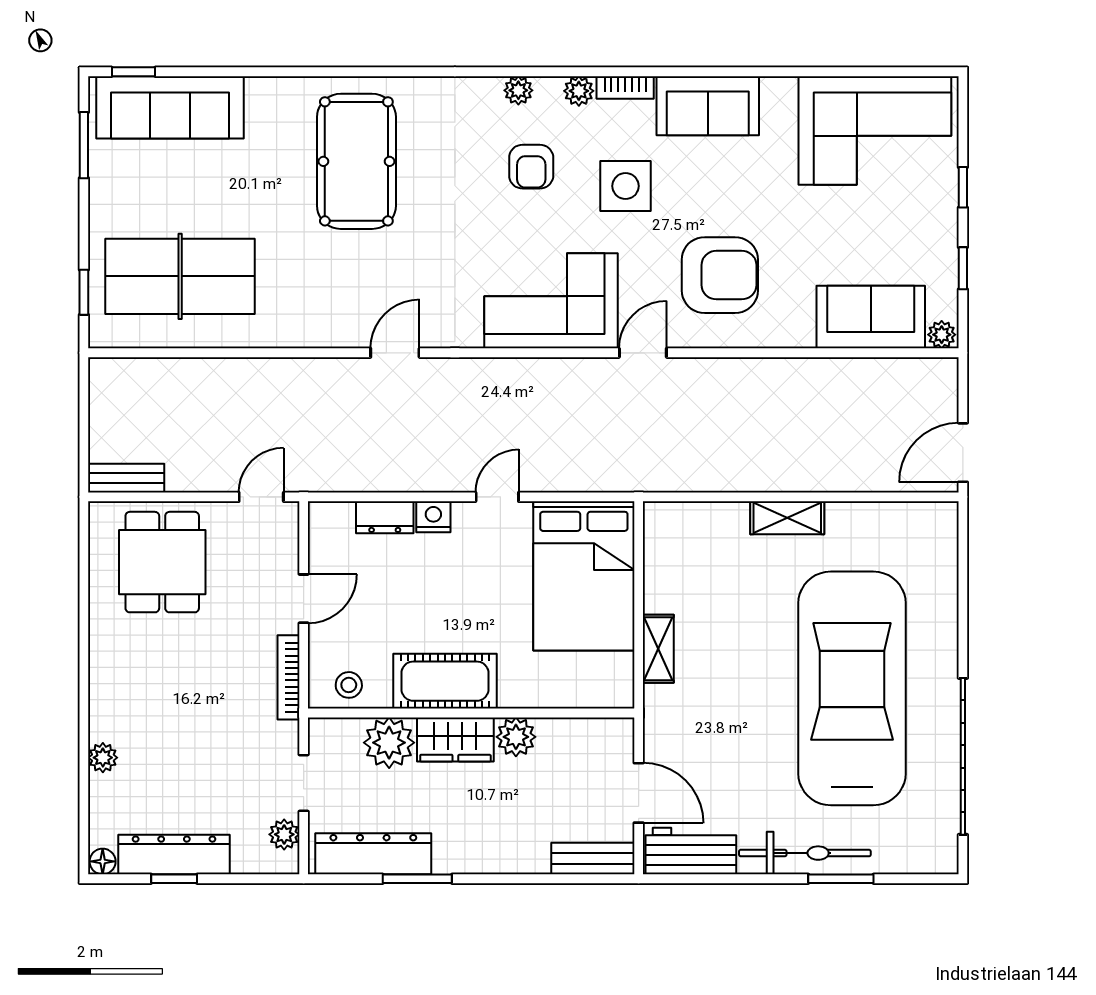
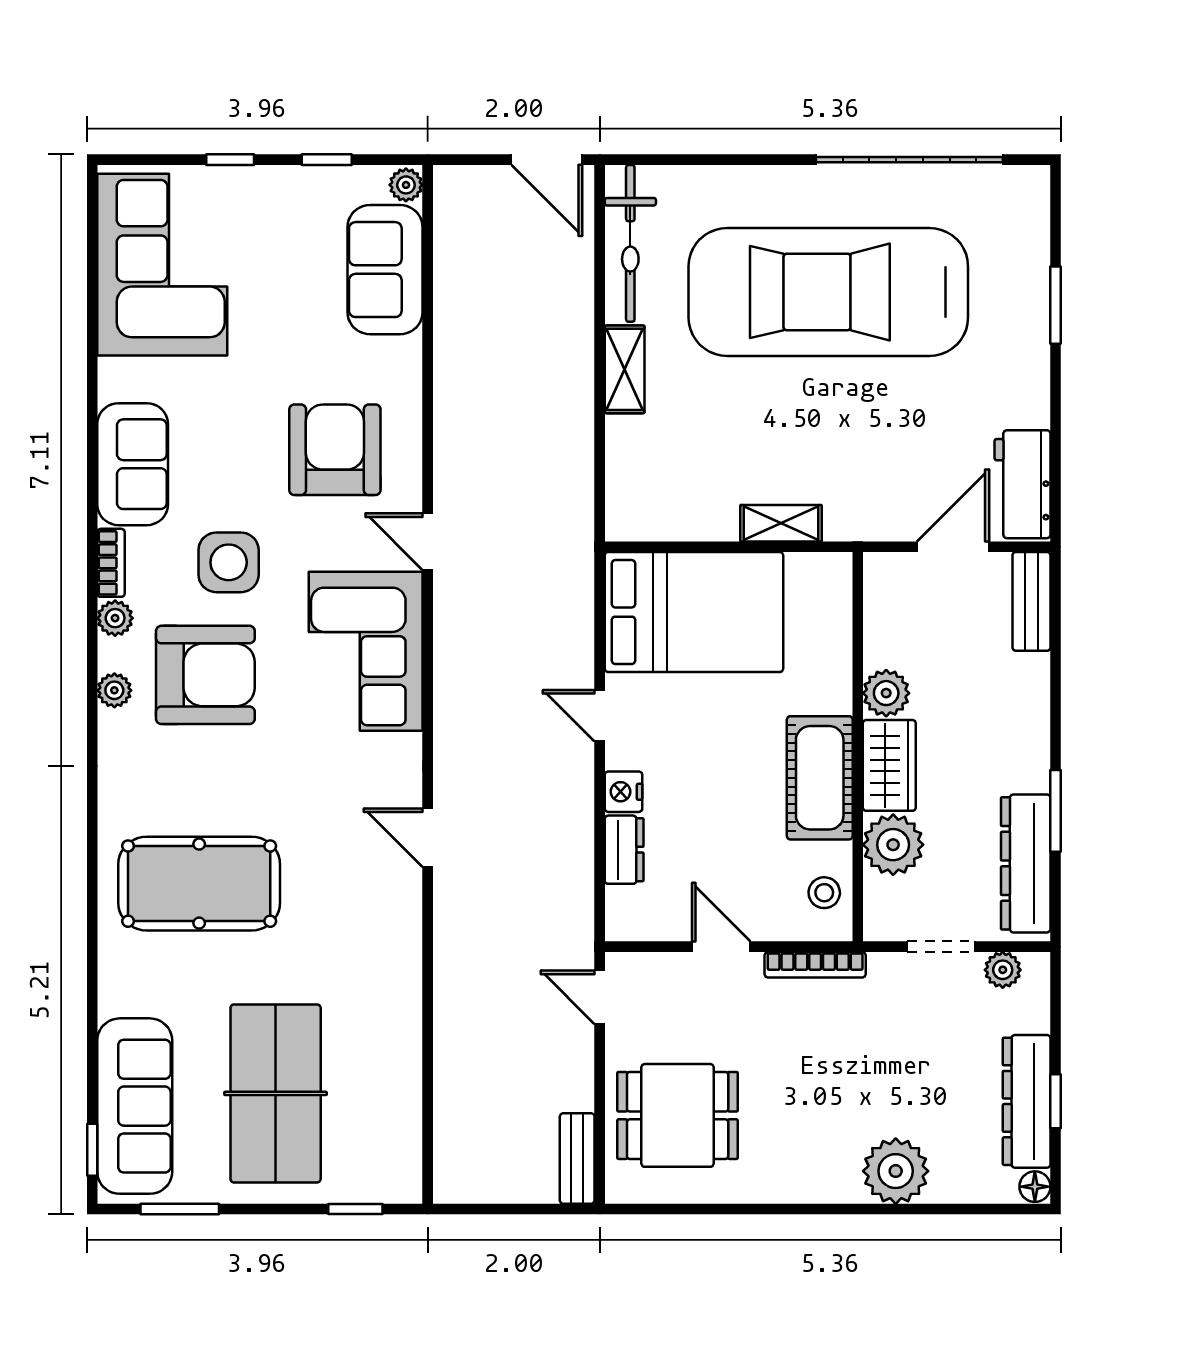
armchair: (531, 167) -> (205, 675), width x1.88, depth x1.88
table tennis table: (180, 276) -> (276, 1093), moved
plant: (103, 758) -> (896, 1171), width x1.87, depth x1.87
bicycle: (805, 853) -> (630, 243), moved, turned 180

